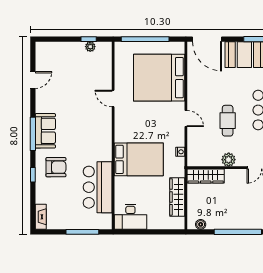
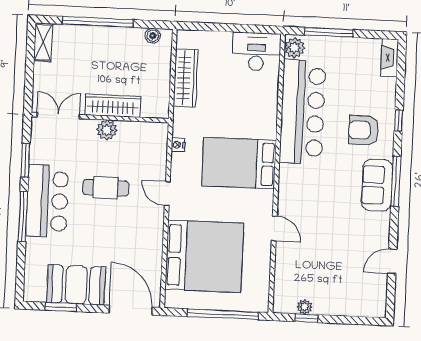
cafe table: (228, 121) -> (106, 188), turned 90
bed: (139, 159) -> (239, 163), moved
wardrobe: (206, 176) -> (113, 106), moved
bar counter: (98, 187) -> (303, 112), width x1.36
plant: (105, 221) -> (294, 48), added

